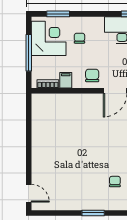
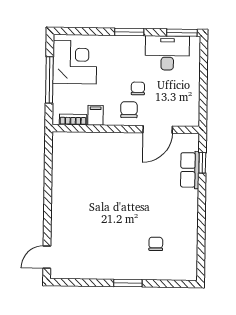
window: (58, 14) -> (129, 32), moved
chair: (79, 38) -> (138, 88), moved
door: (29, 193) -> (47, 257), swing flipped

